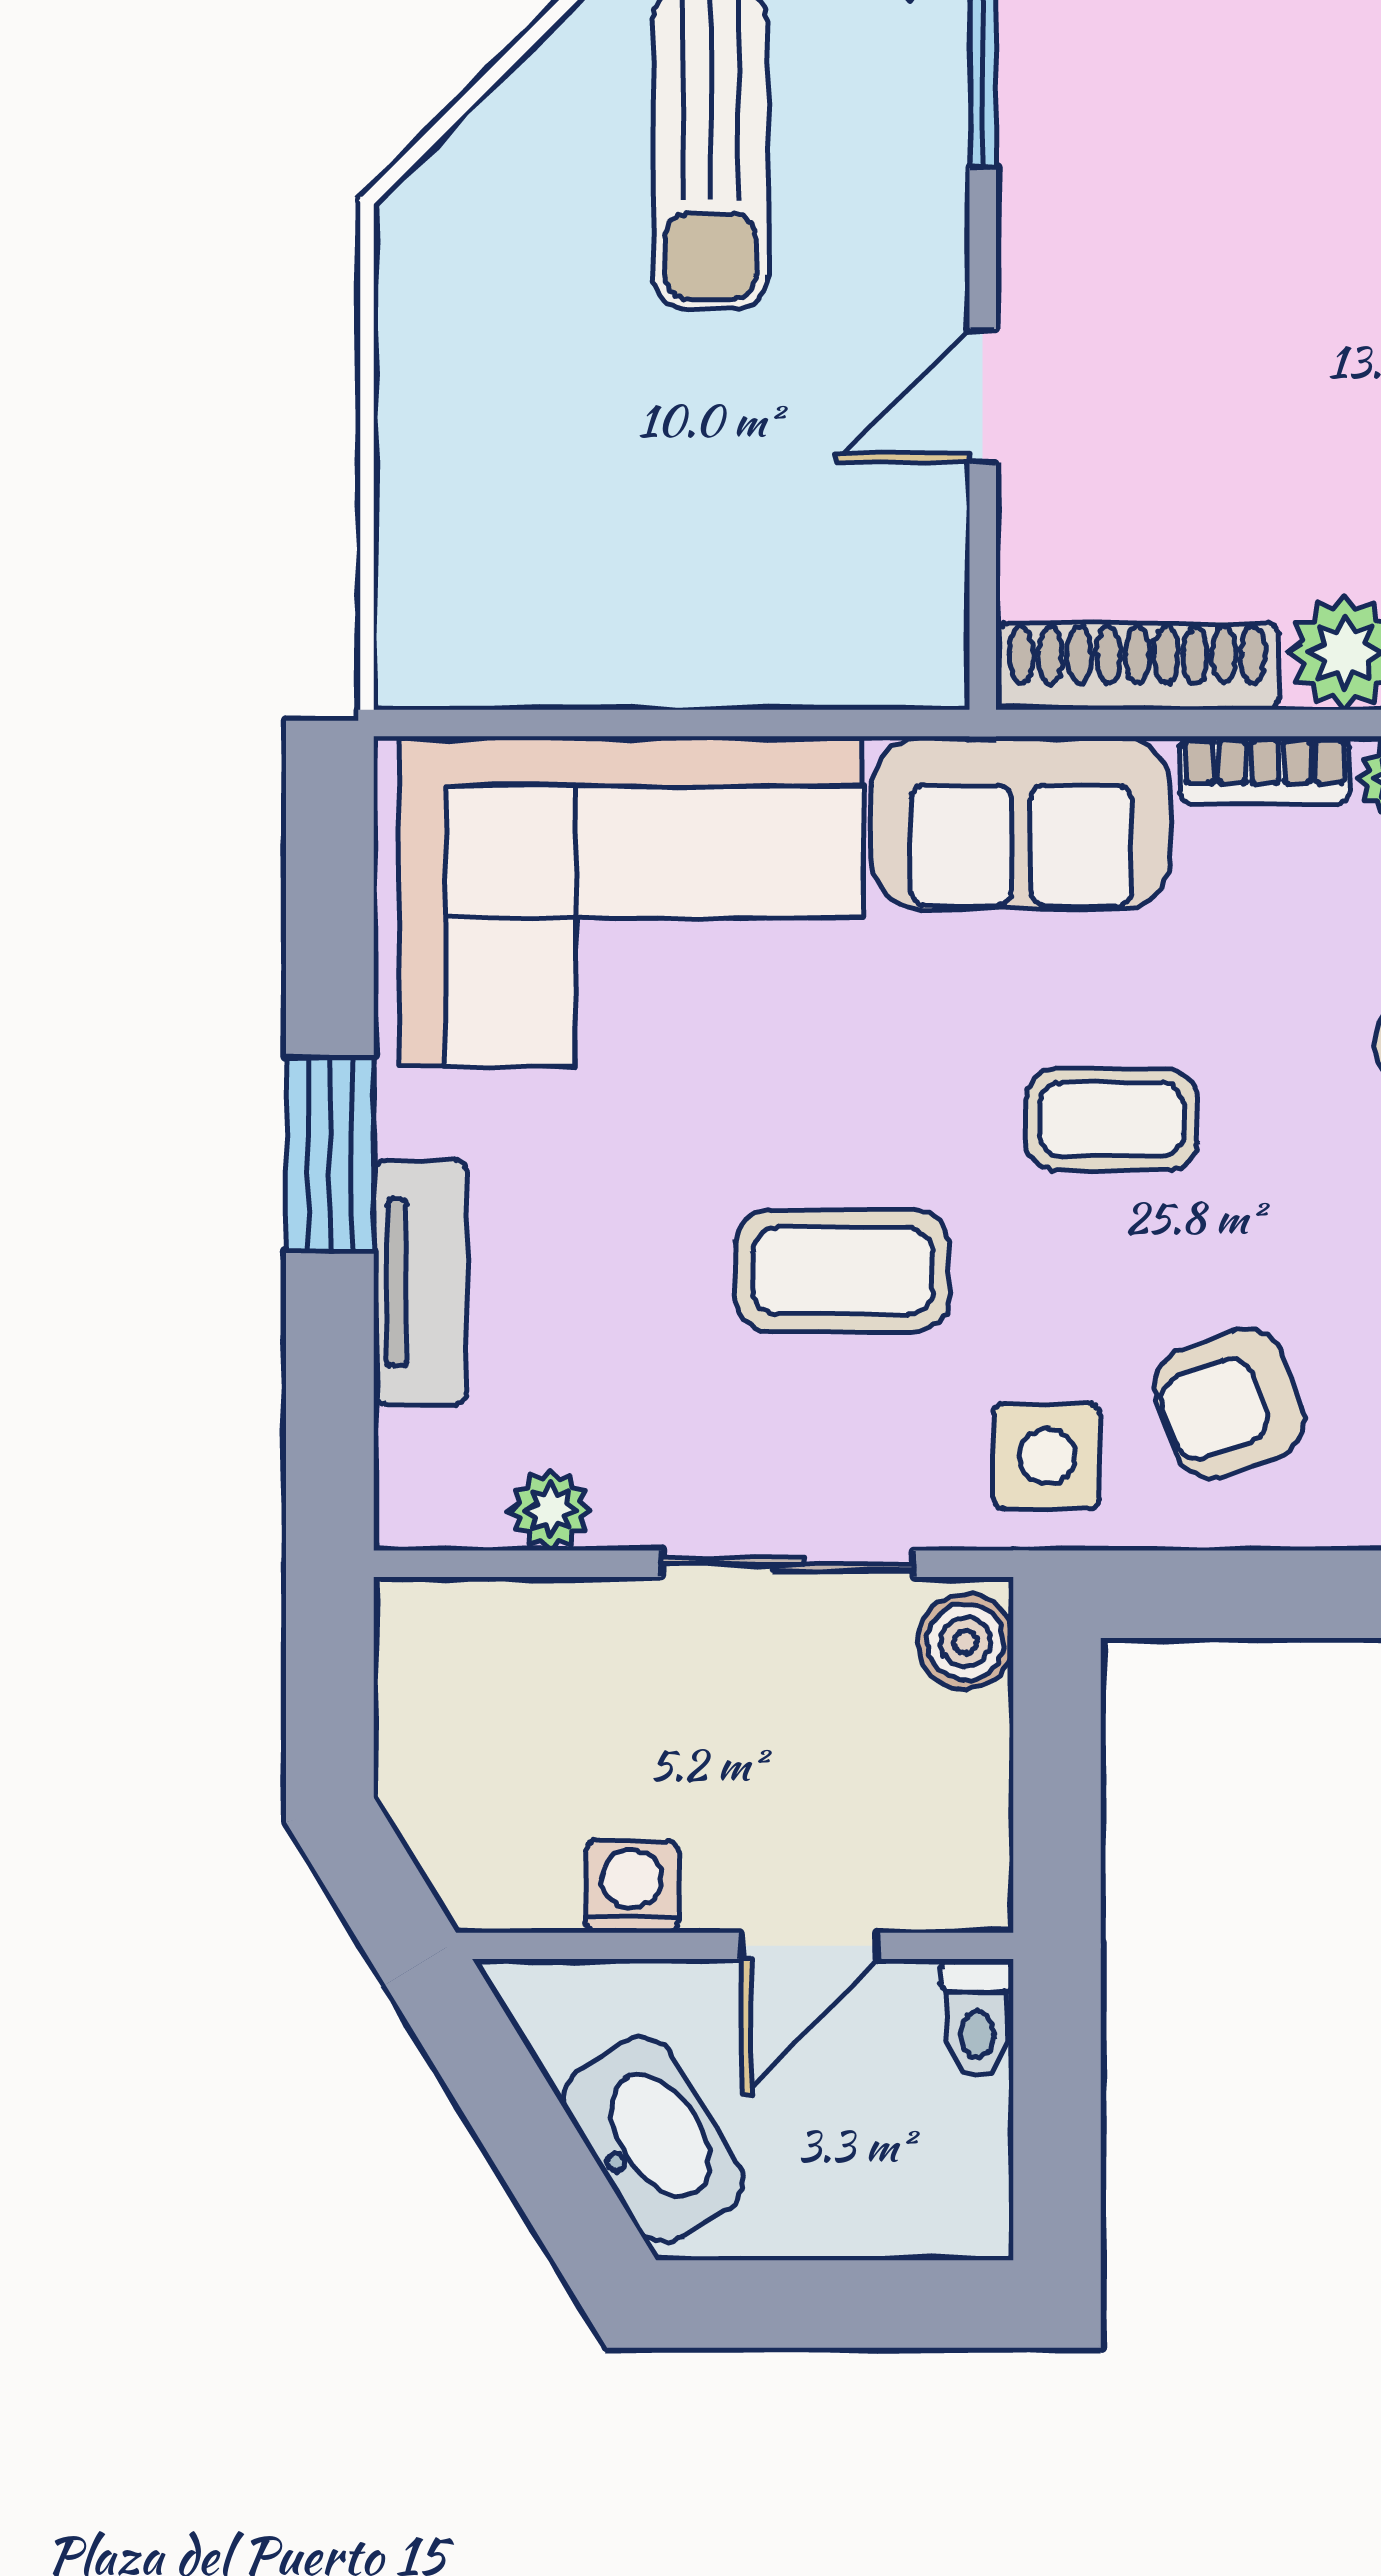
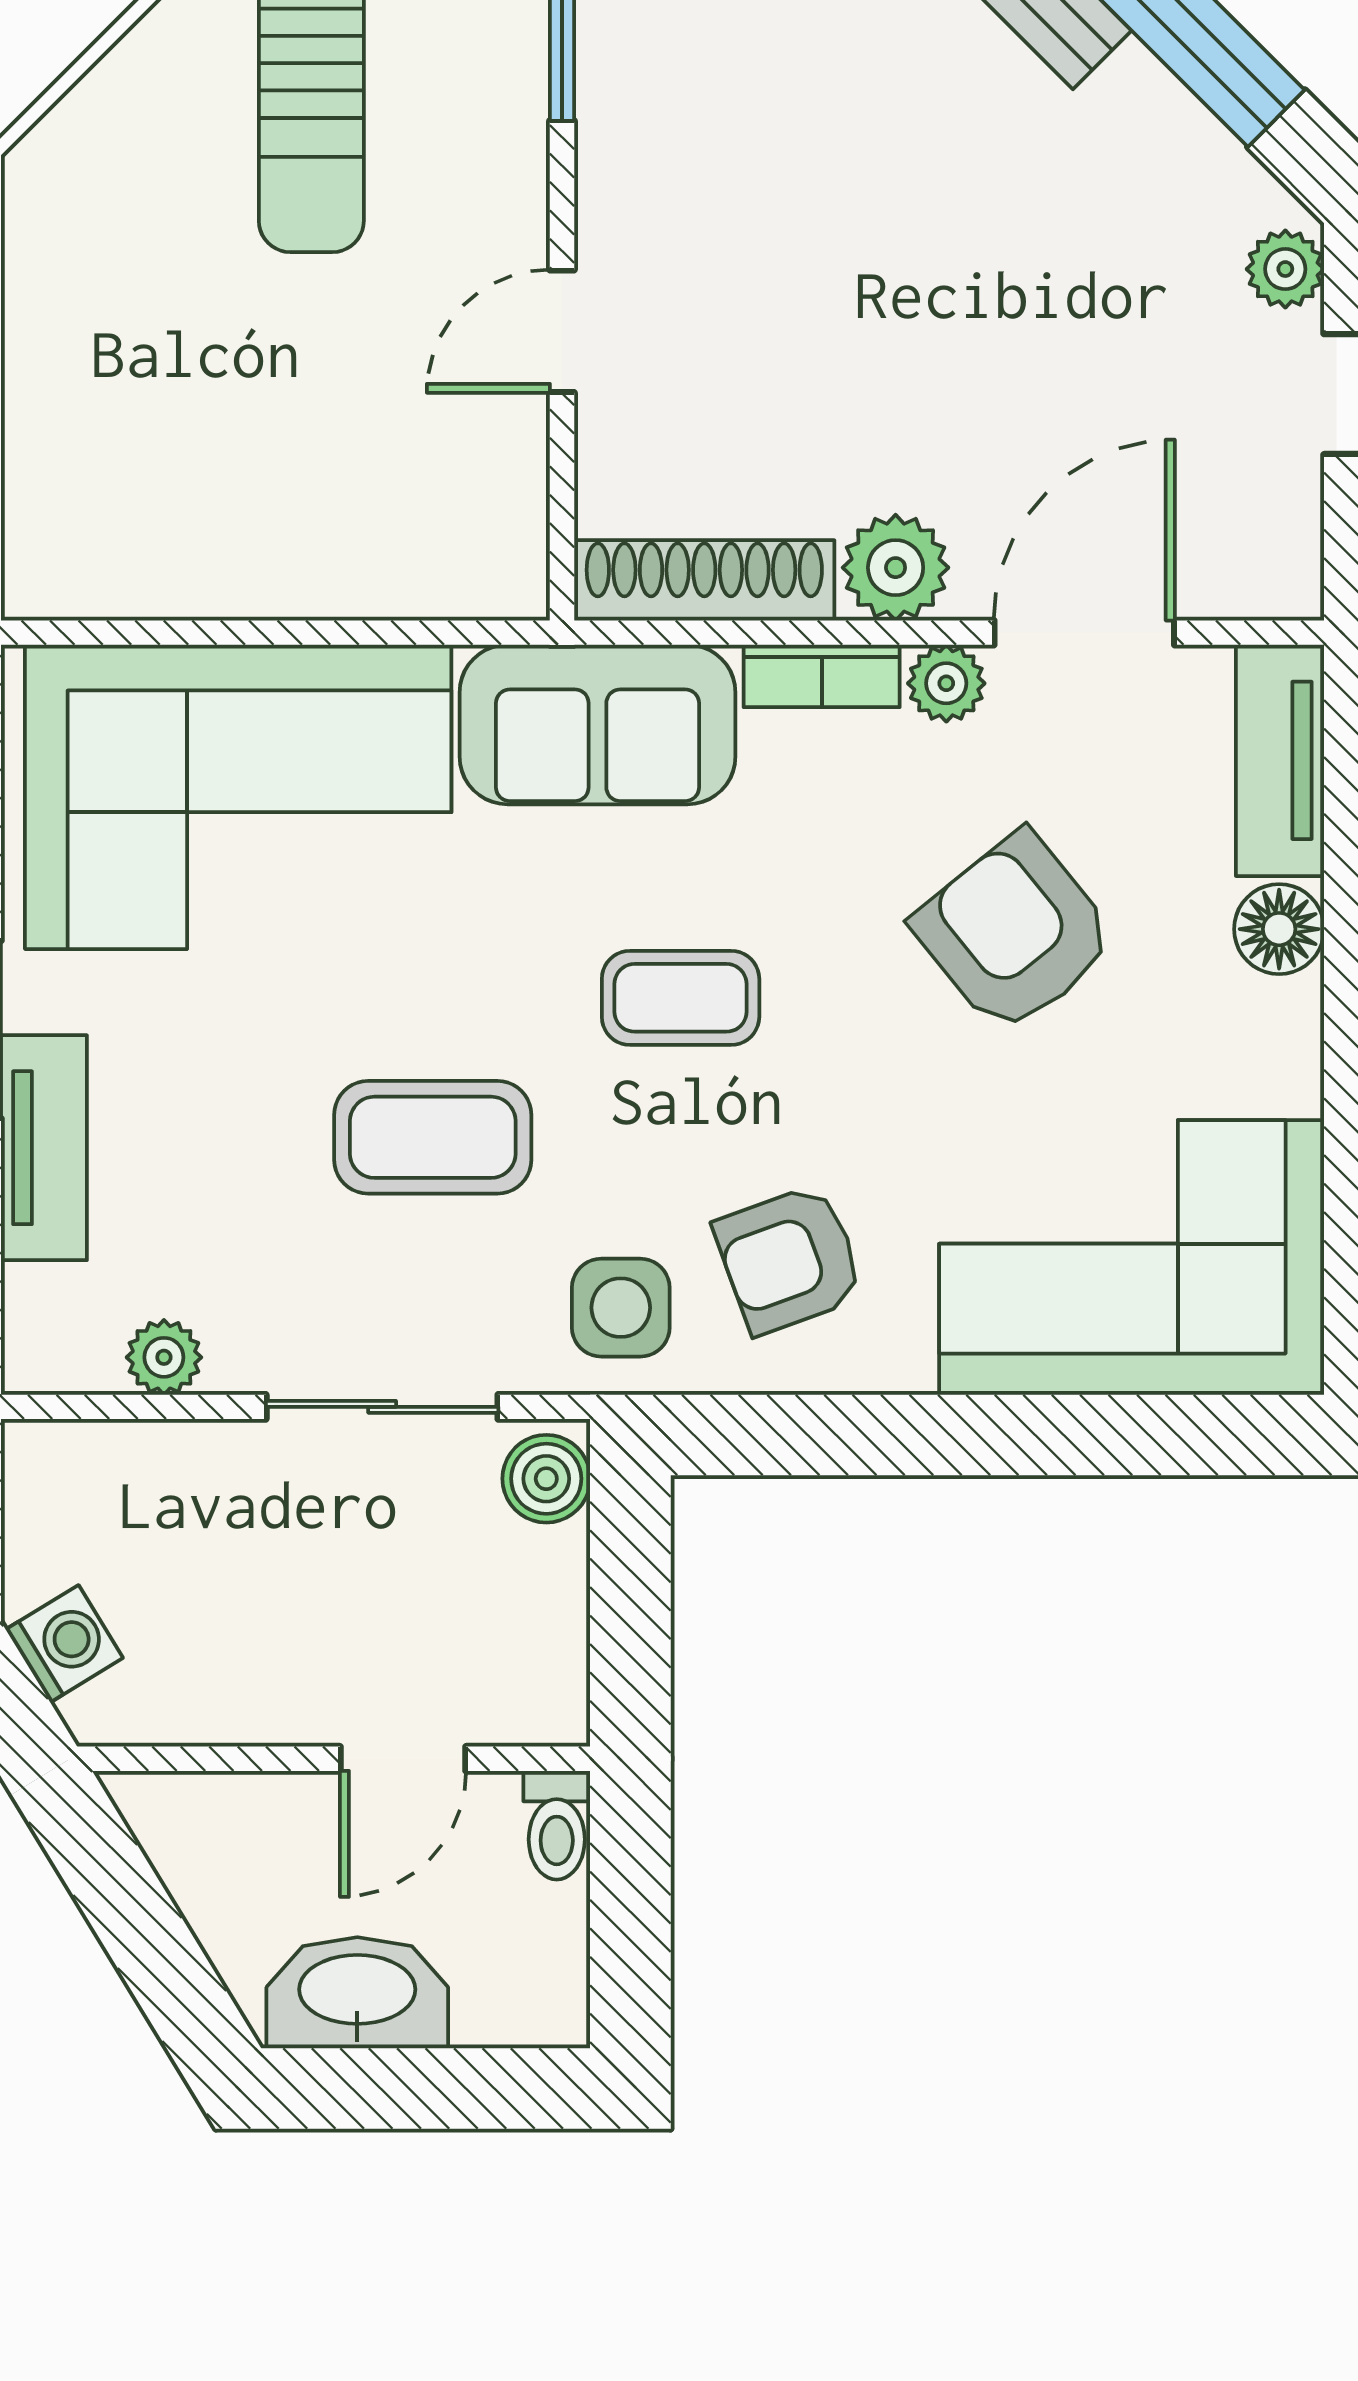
washing machine: (632, 1886) -> (64, 1644), moved, turned 59
washbasin: (653, 2140) -> (357, 1993), moved, turned -59

